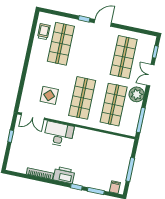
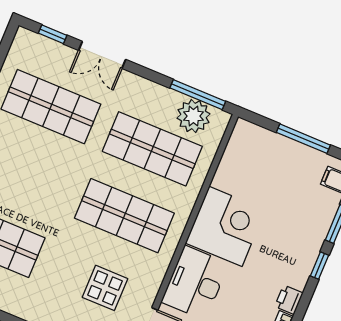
plant: (137, 94) -> (193, 116), moved
corner desk: (86, 143) -> (225, 226), added
printer: (64, 175) -> (289, 300), width x0.53, depth x0.68

